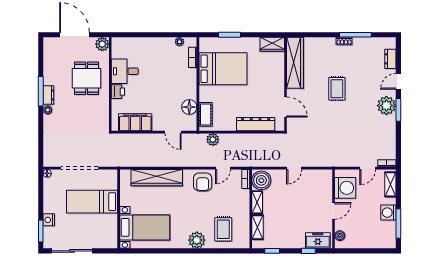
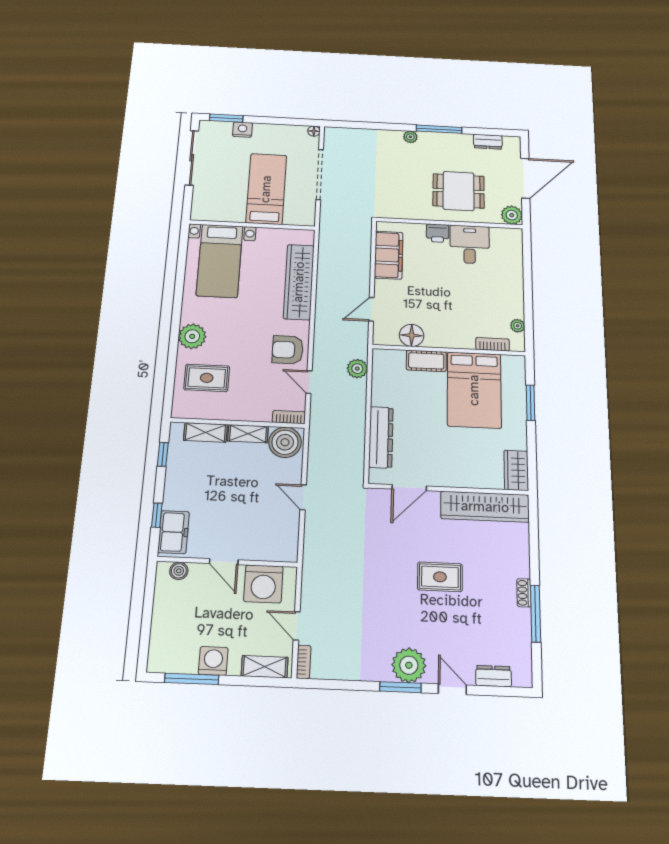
dresser: (48, 95) -> (488, 142), moved
cot: (206, 114) -> (426, 361), moved

